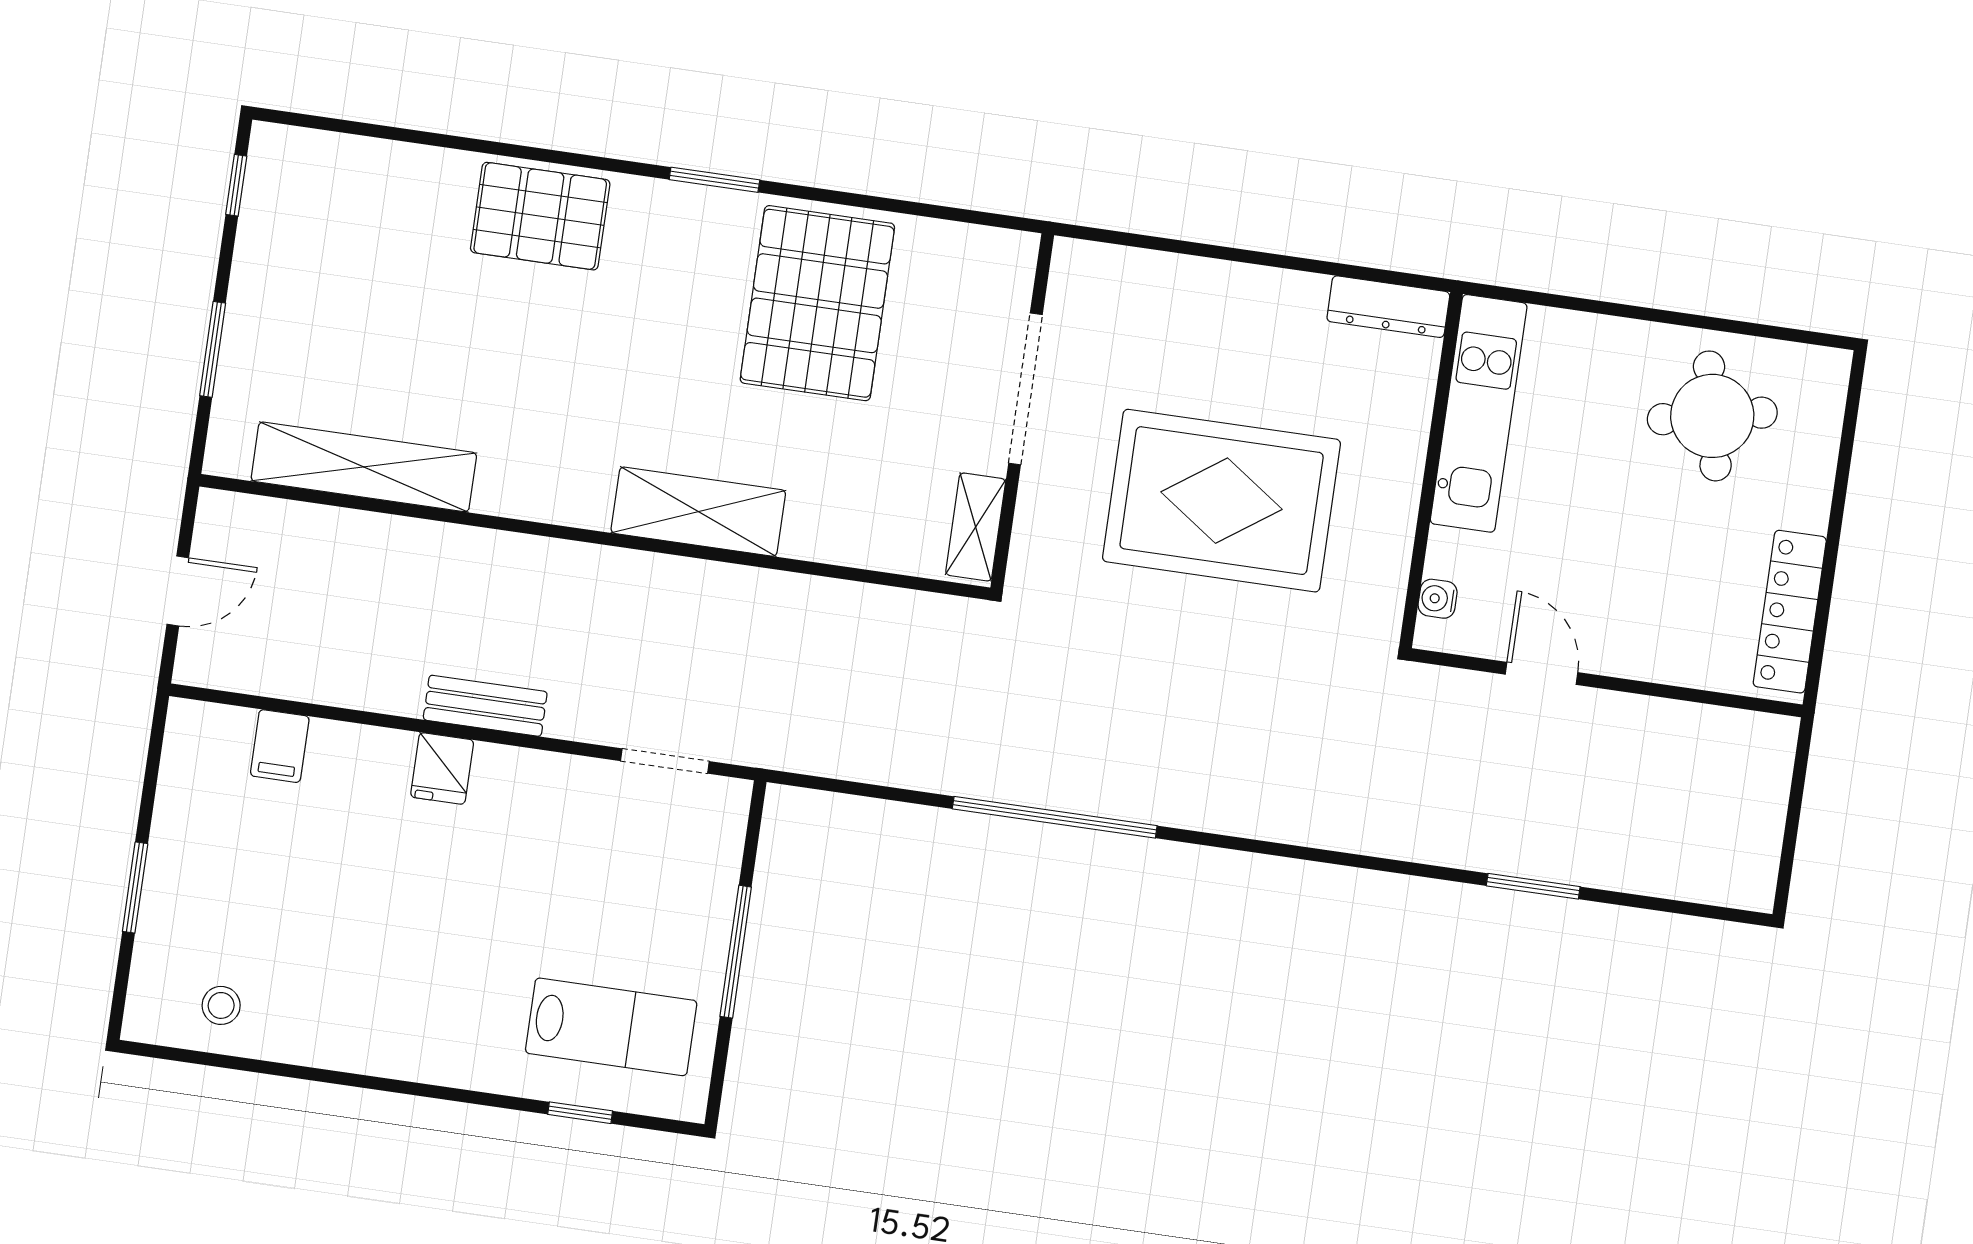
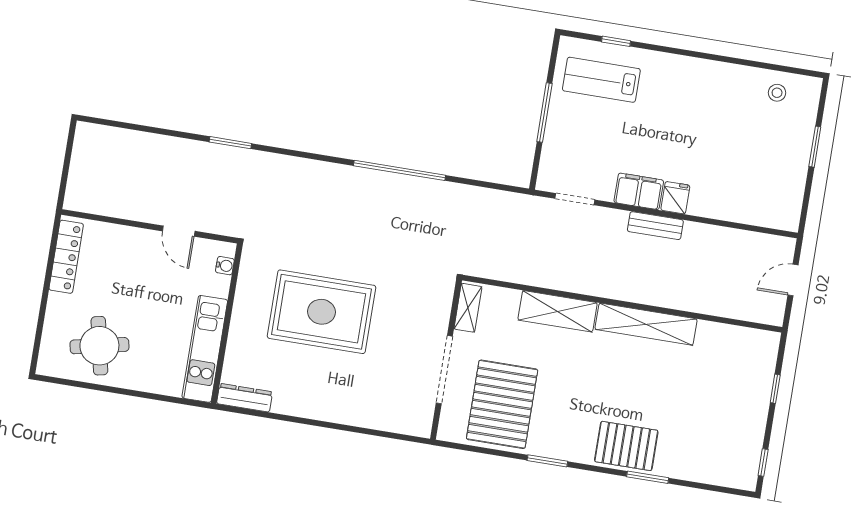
window: (492, 148) -> (648, 477), added
window: (213, 349) -> (775, 389), width x0.67
doorway: (1025, 389) -> (444, 370), moved
wall: (1022, 411) -> (446, 360), moved
shelving: (364, 467) -> (646, 324), moved
shelving: (976, 527) -> (468, 308), moved
filing cabinet: (280, 746) -> (639, 191), moved, width x2.00
window: (1533, 886) -> (230, 143), moved

